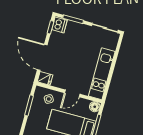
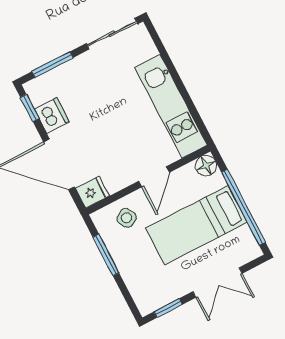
dishwasher: (59, 25) -> (52, 115), moved

